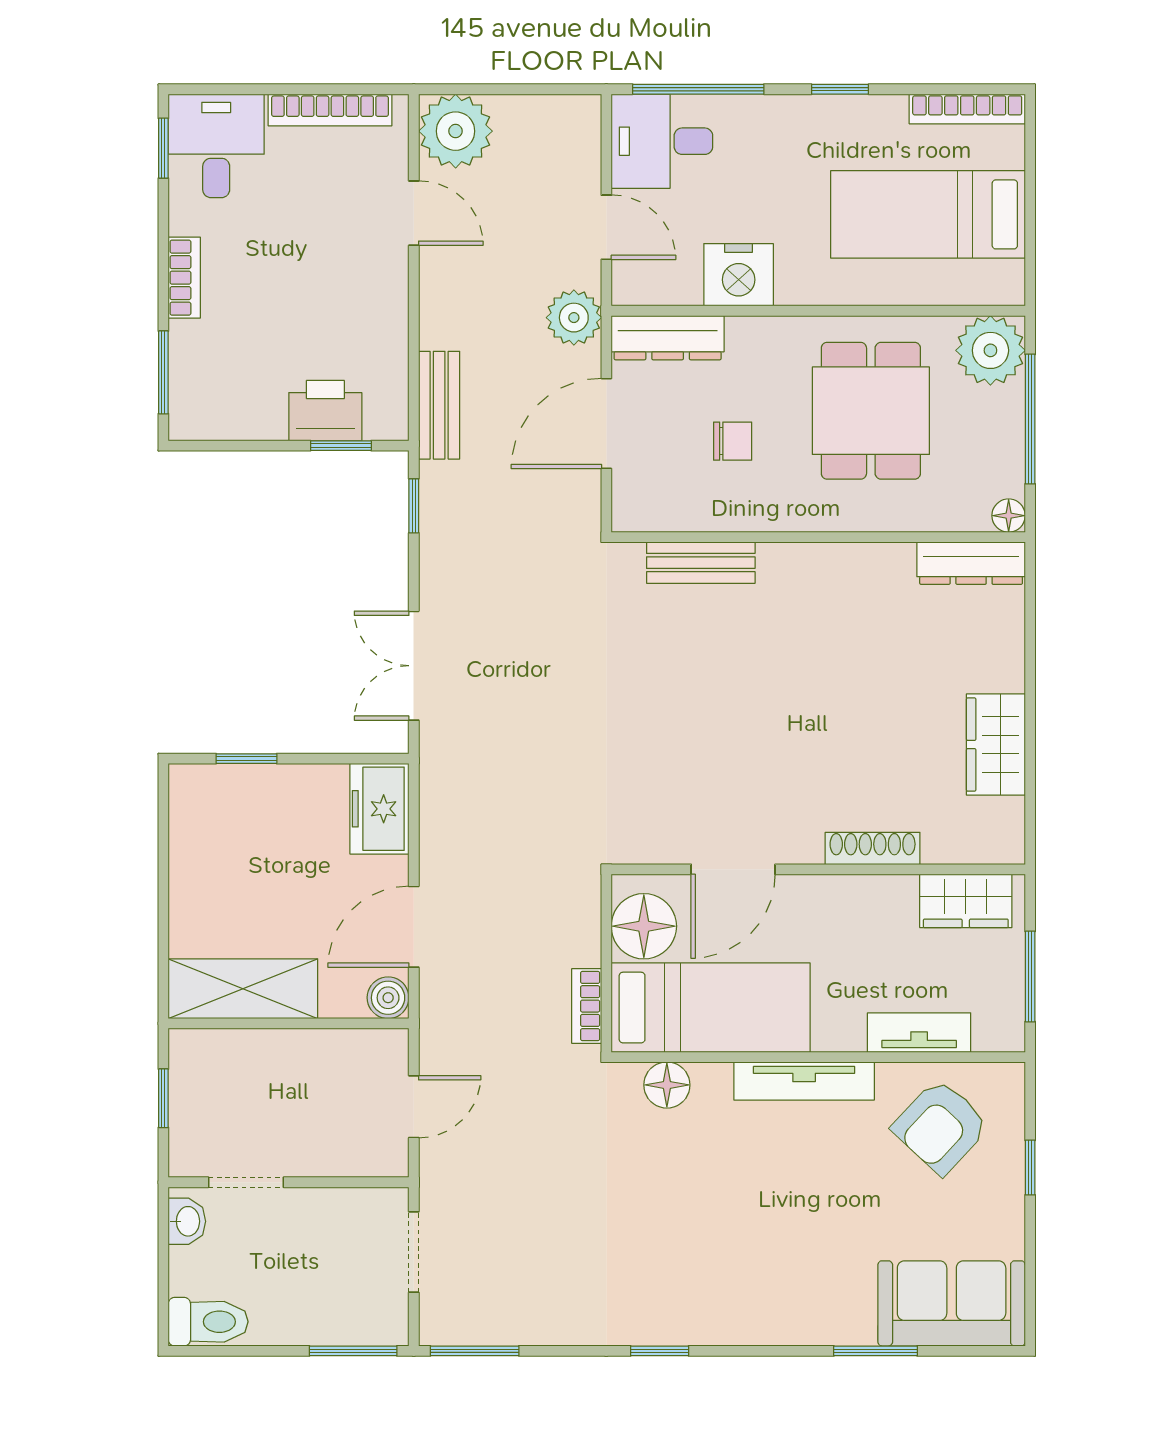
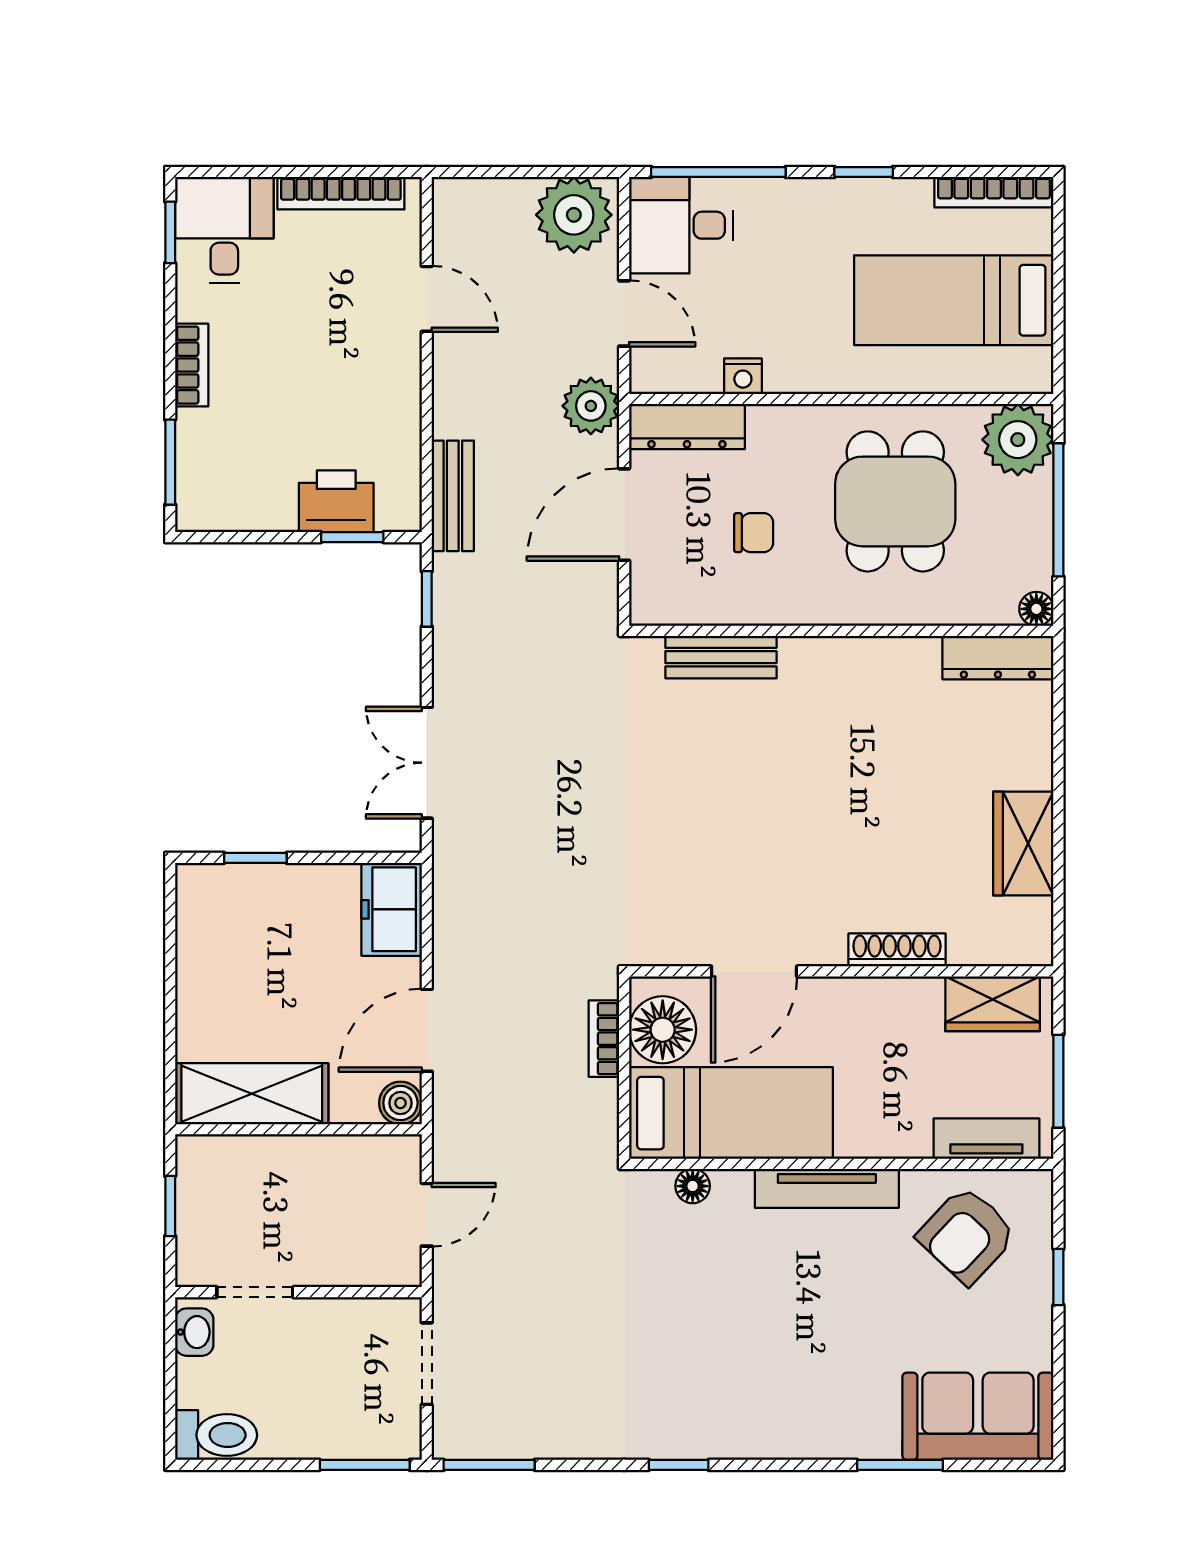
plant: (456, 131) -> (574, 215), moved
nightstand: (739, 275) -> (743, 376), width x0.53, depth x0.56
bookcase: (587, 1006) -> (604, 1039), moved
tv unit: (919, 1033) -> (986, 1139), moved
floor lamp: (667, 1085) -> (693, 1186), width x0.73, depth x0.73

